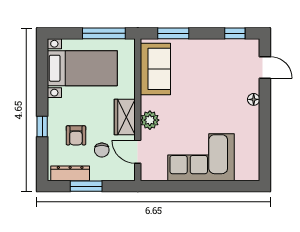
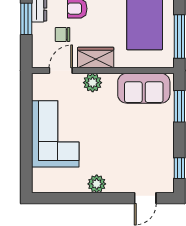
floor lamp: (254, 99) -> (113, 187), removed
plant: (251, 116) -> (97, 184), added

